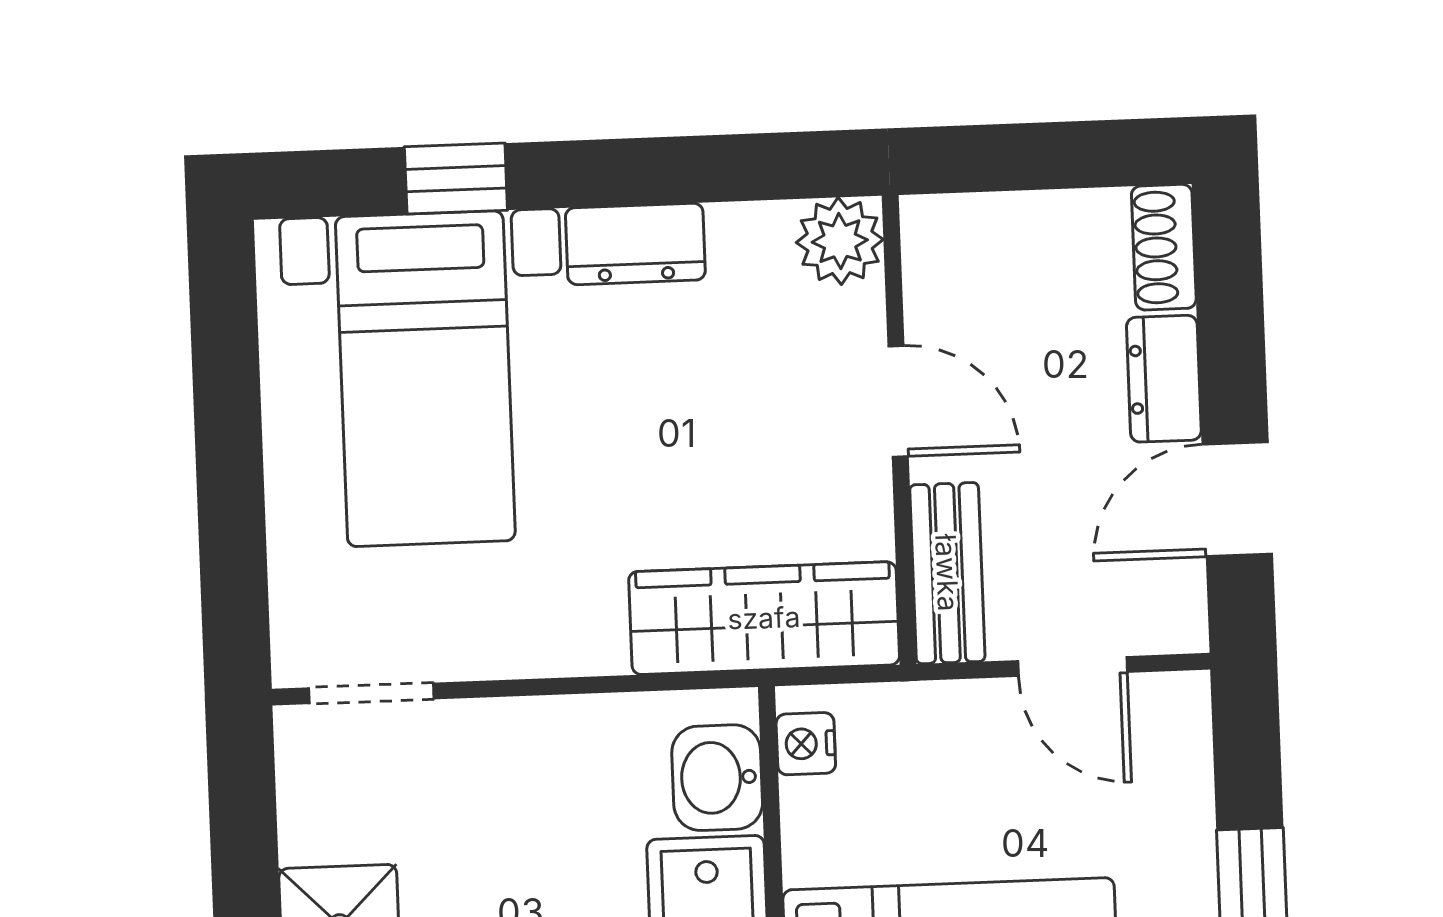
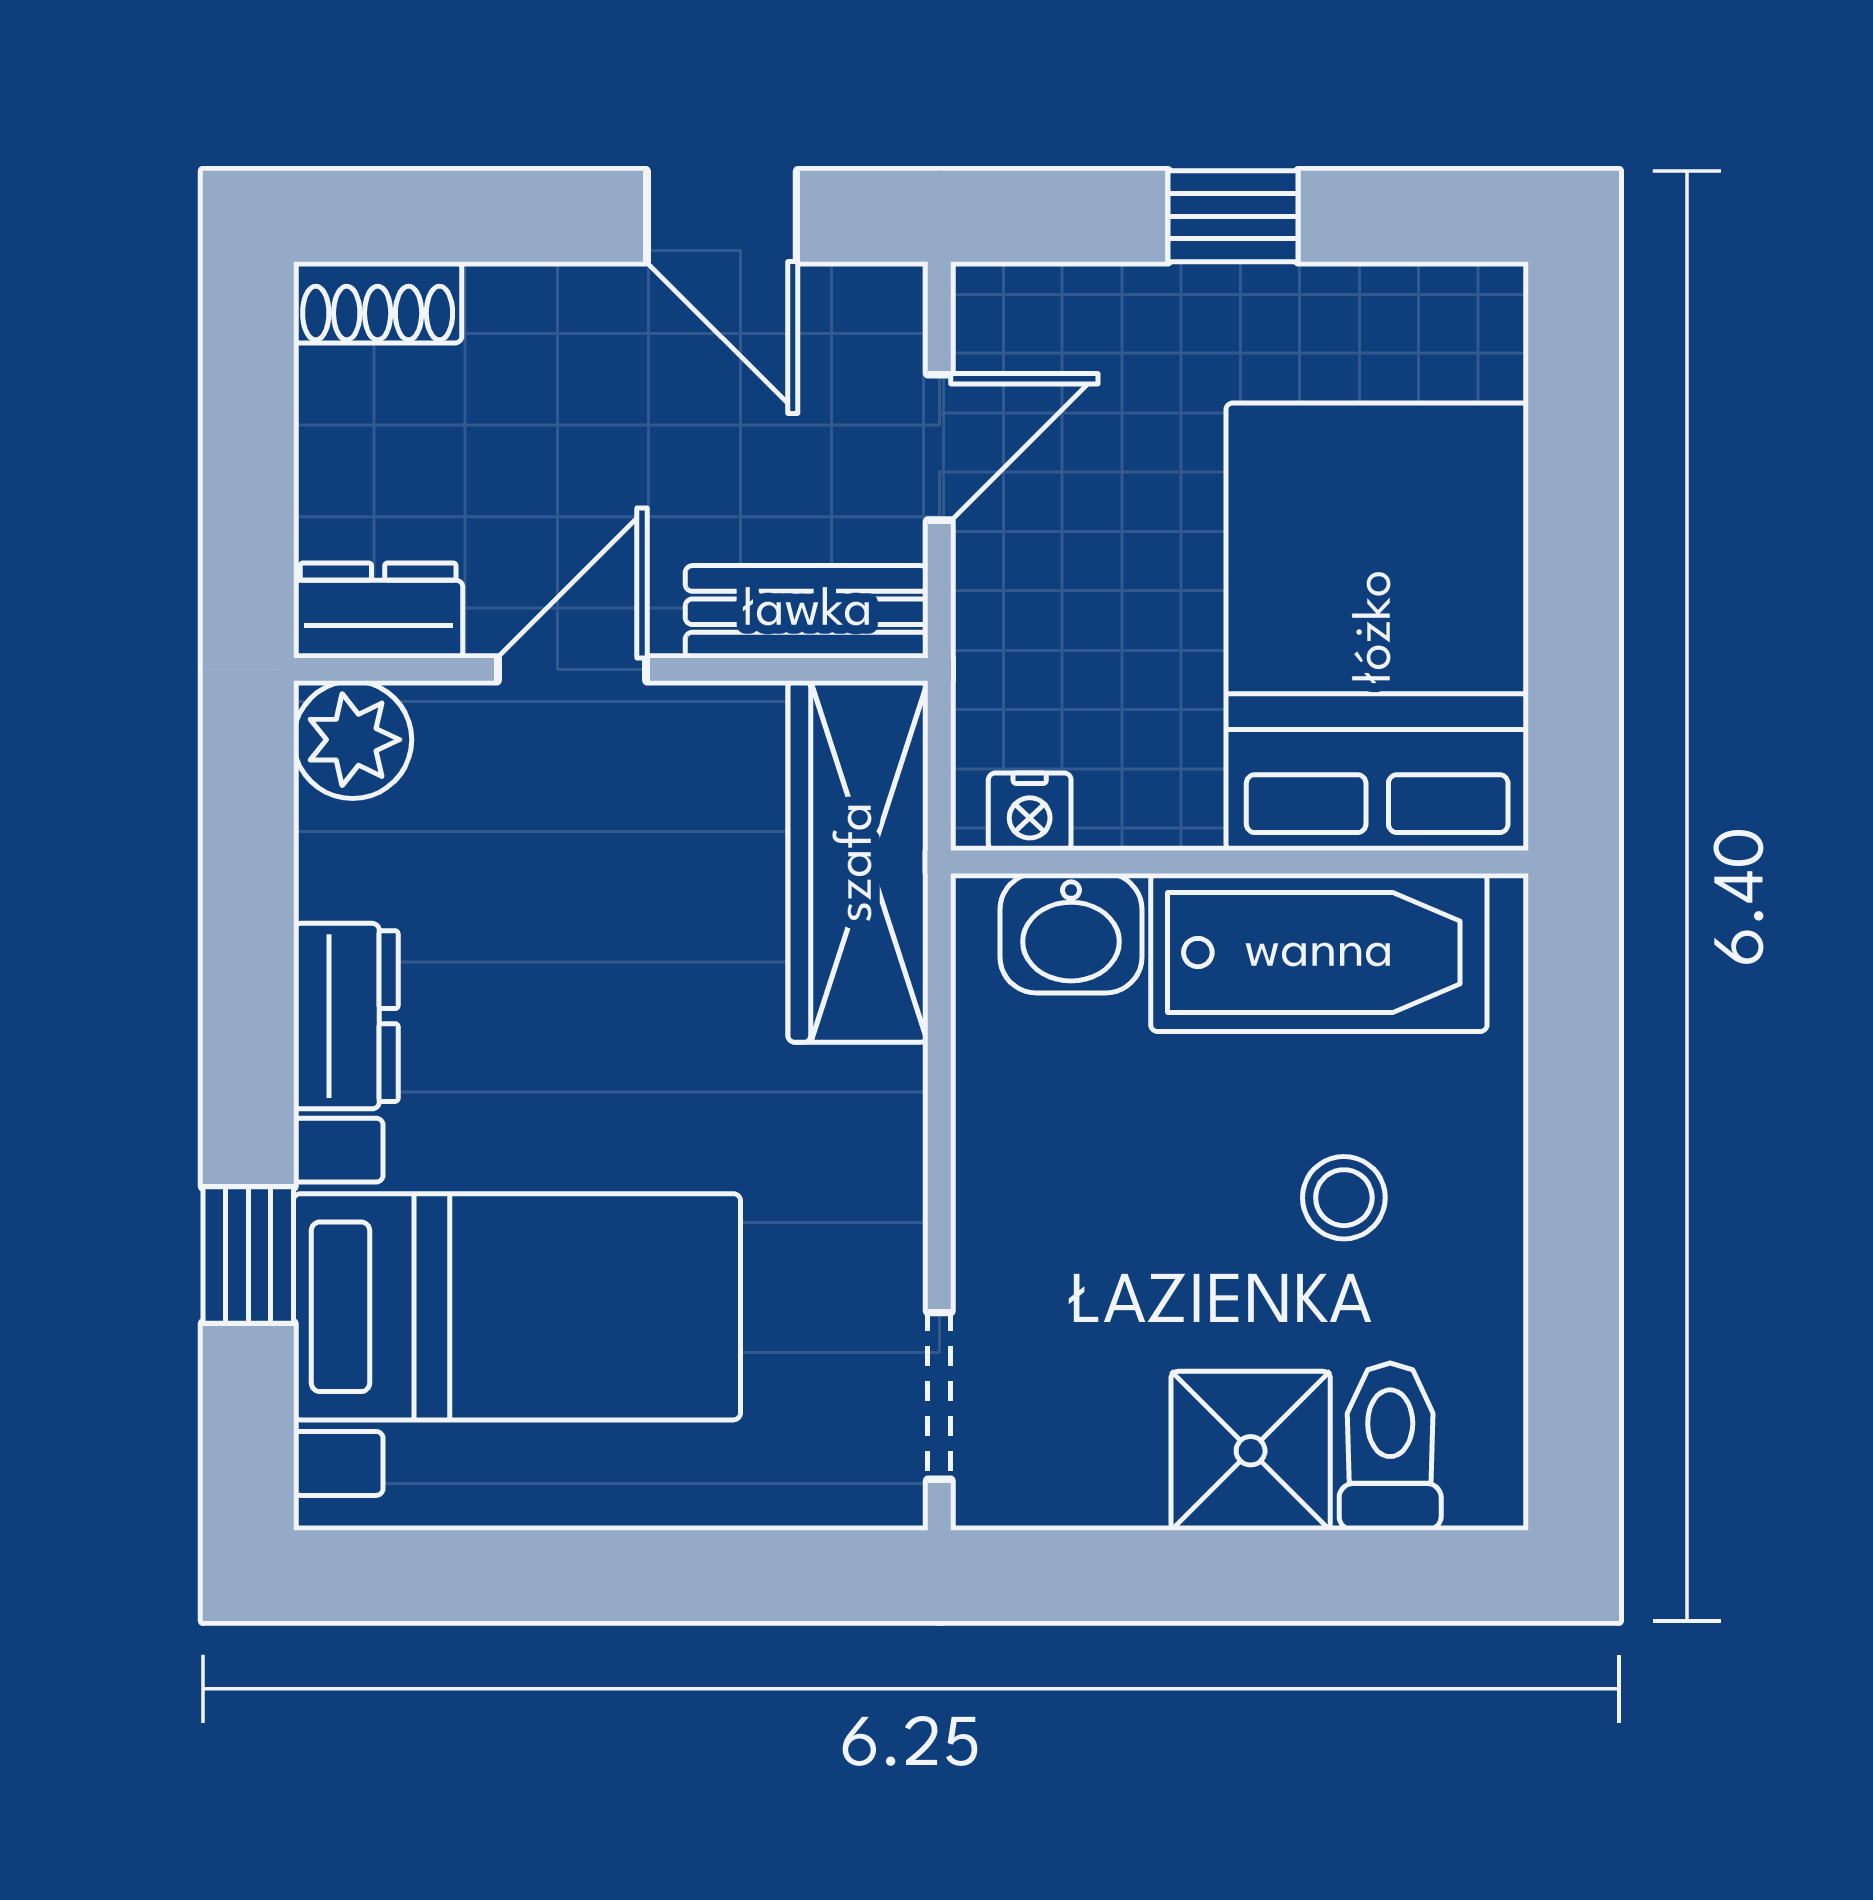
dresser: (1164, 379) -> (378, 610), moved, turned 180

